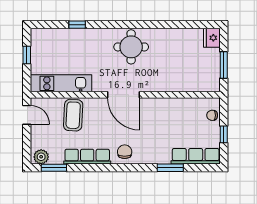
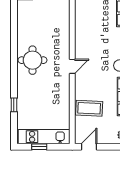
kitchen unit: (61, 83) -> (44, 137), moved, turned 90
door: (124, 95) -> (72, 66), width x0.53

